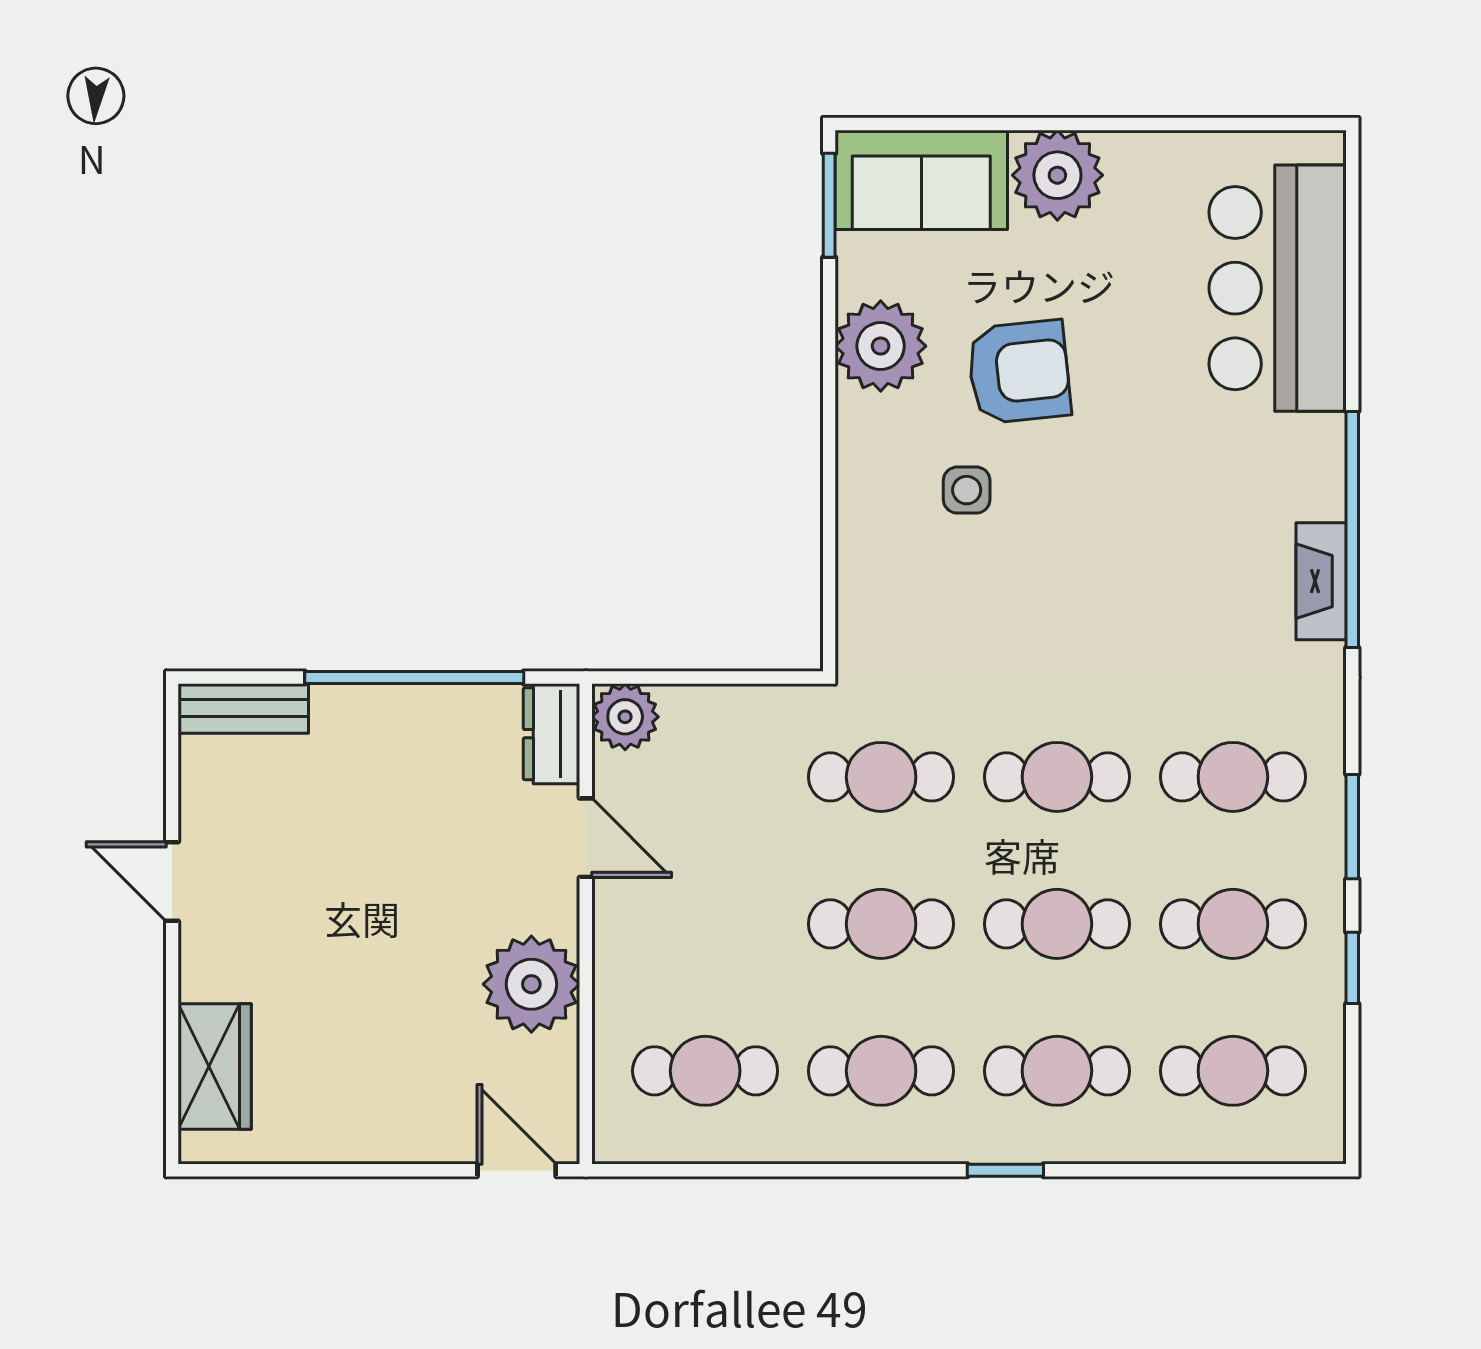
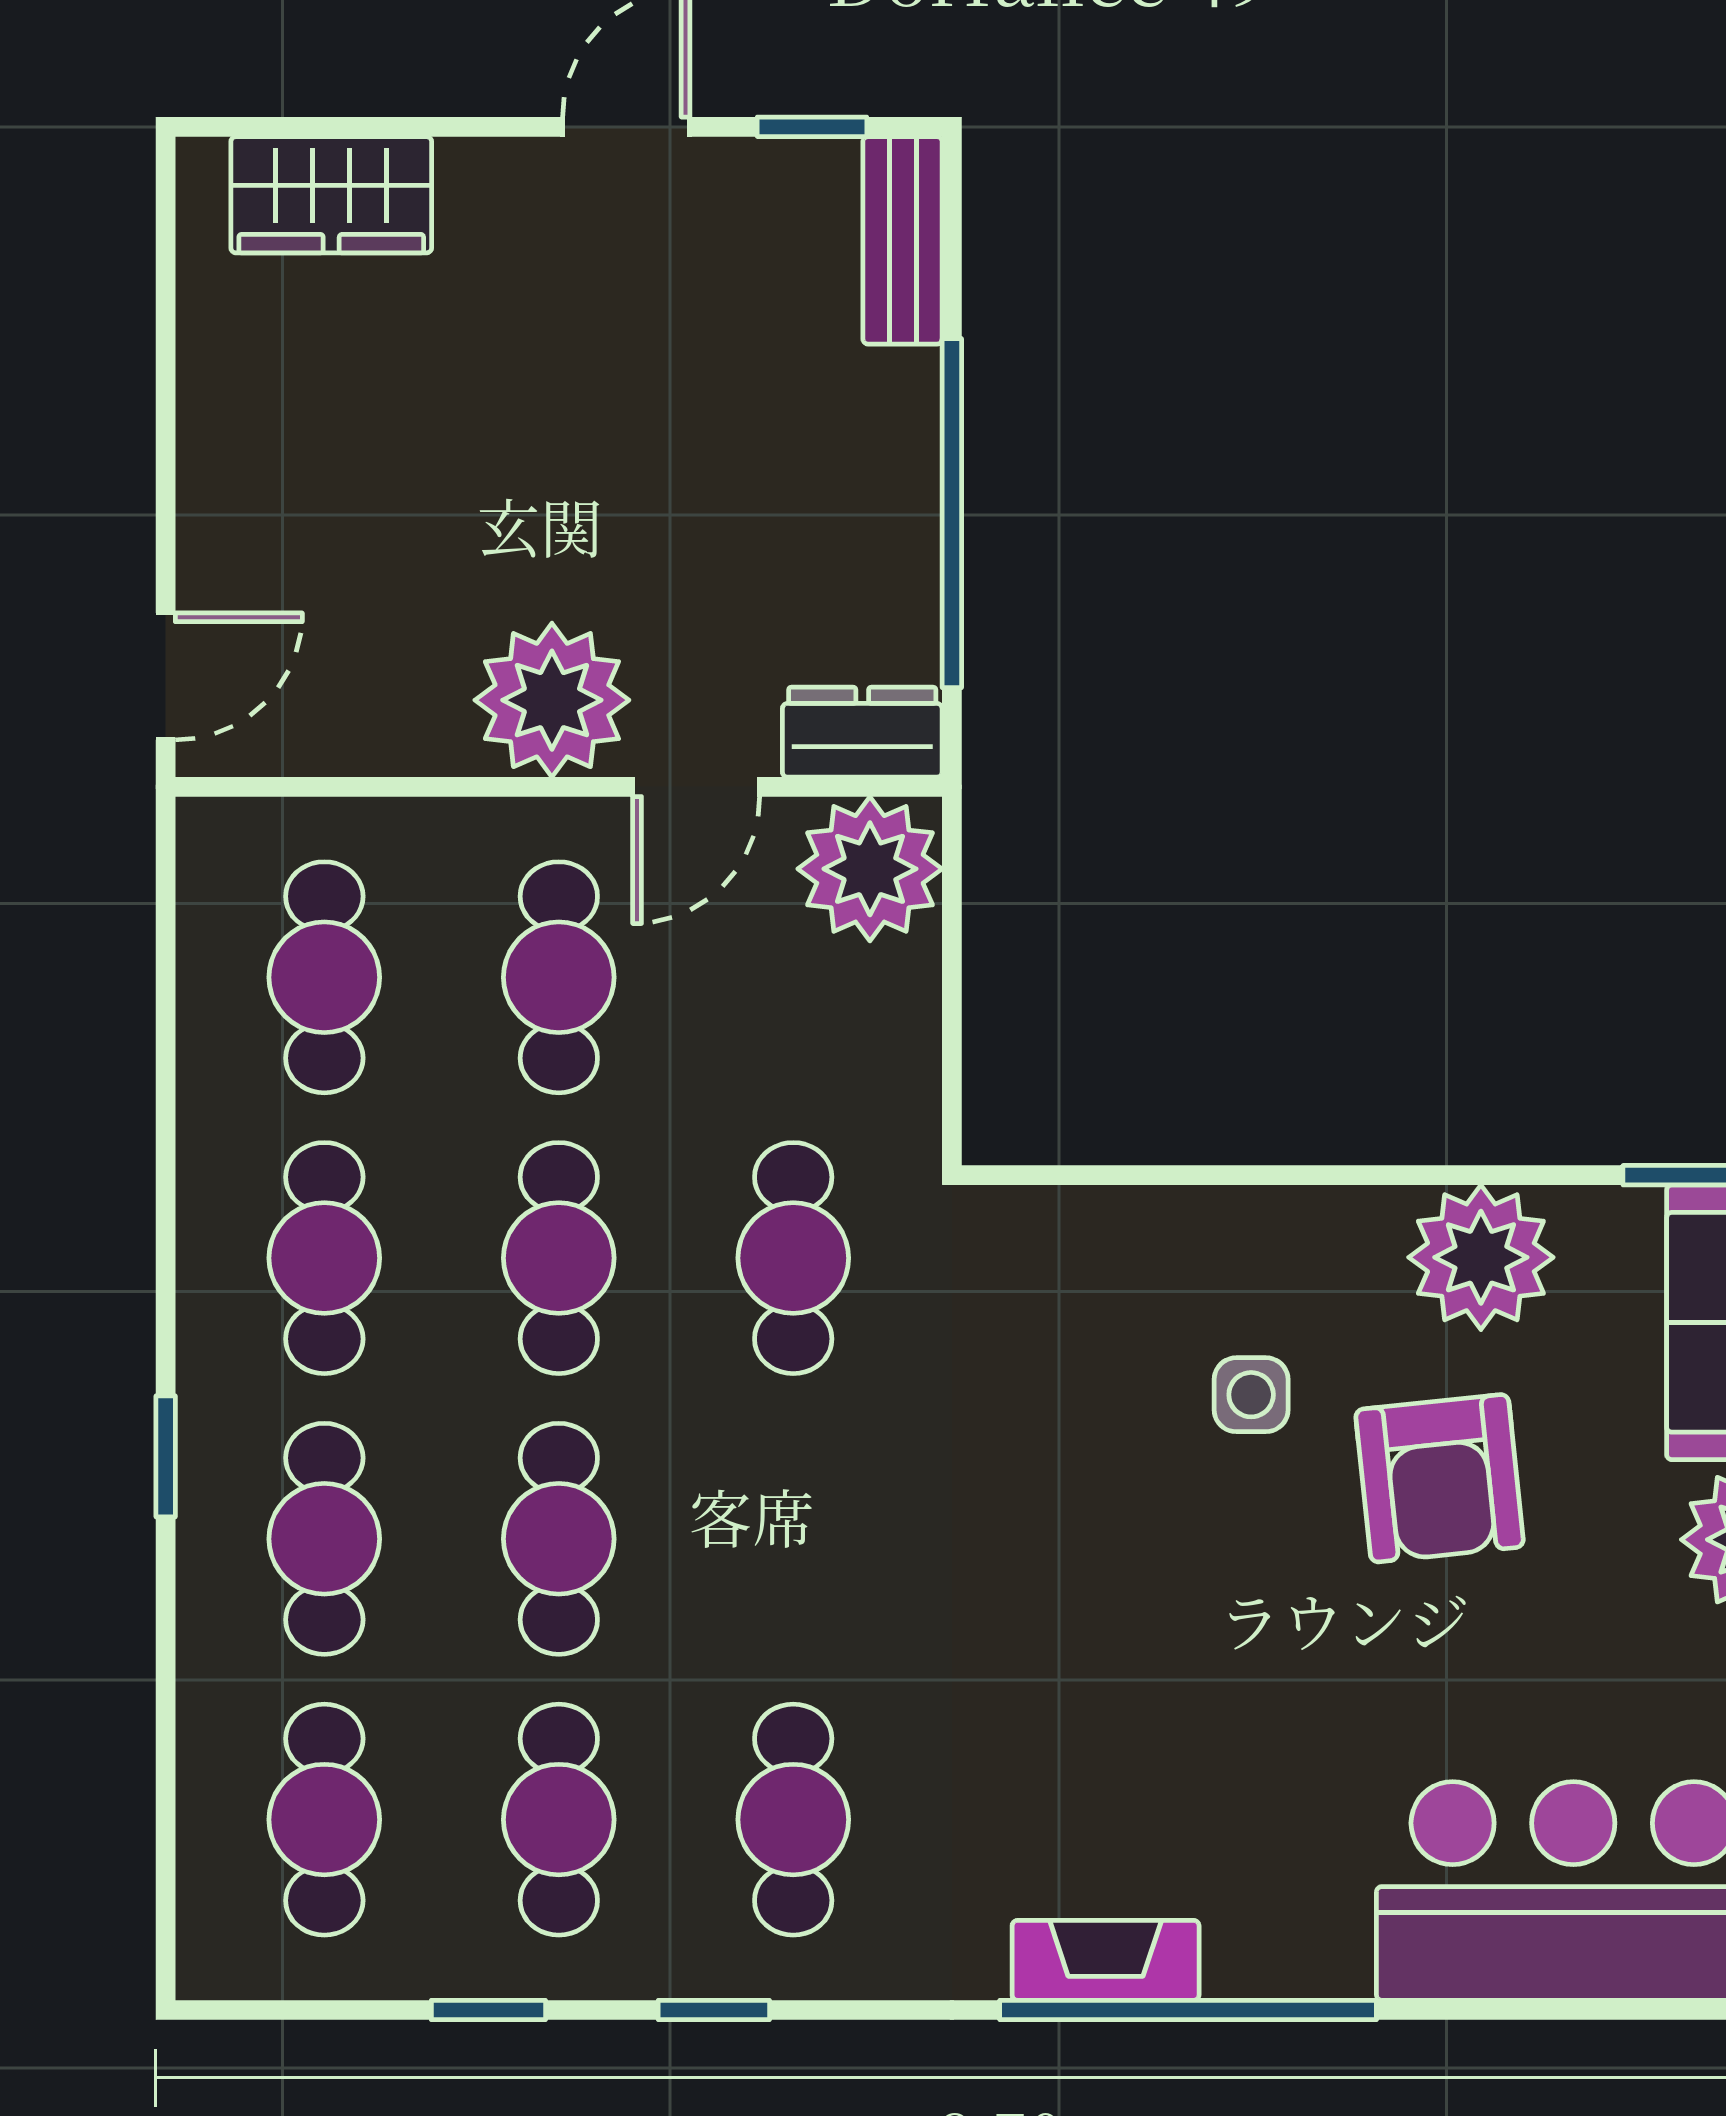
plant: (625, 717) -> (870, 869), width x1.36, depth x1.36
window: (172, 765) -> (812, 127), added
cafe table: (1057, 777) -> (559, 977), moved
window: (1352, 827) -> (714, 2010), width x0.67
plant: (531, 984) -> (552, 700), moved

